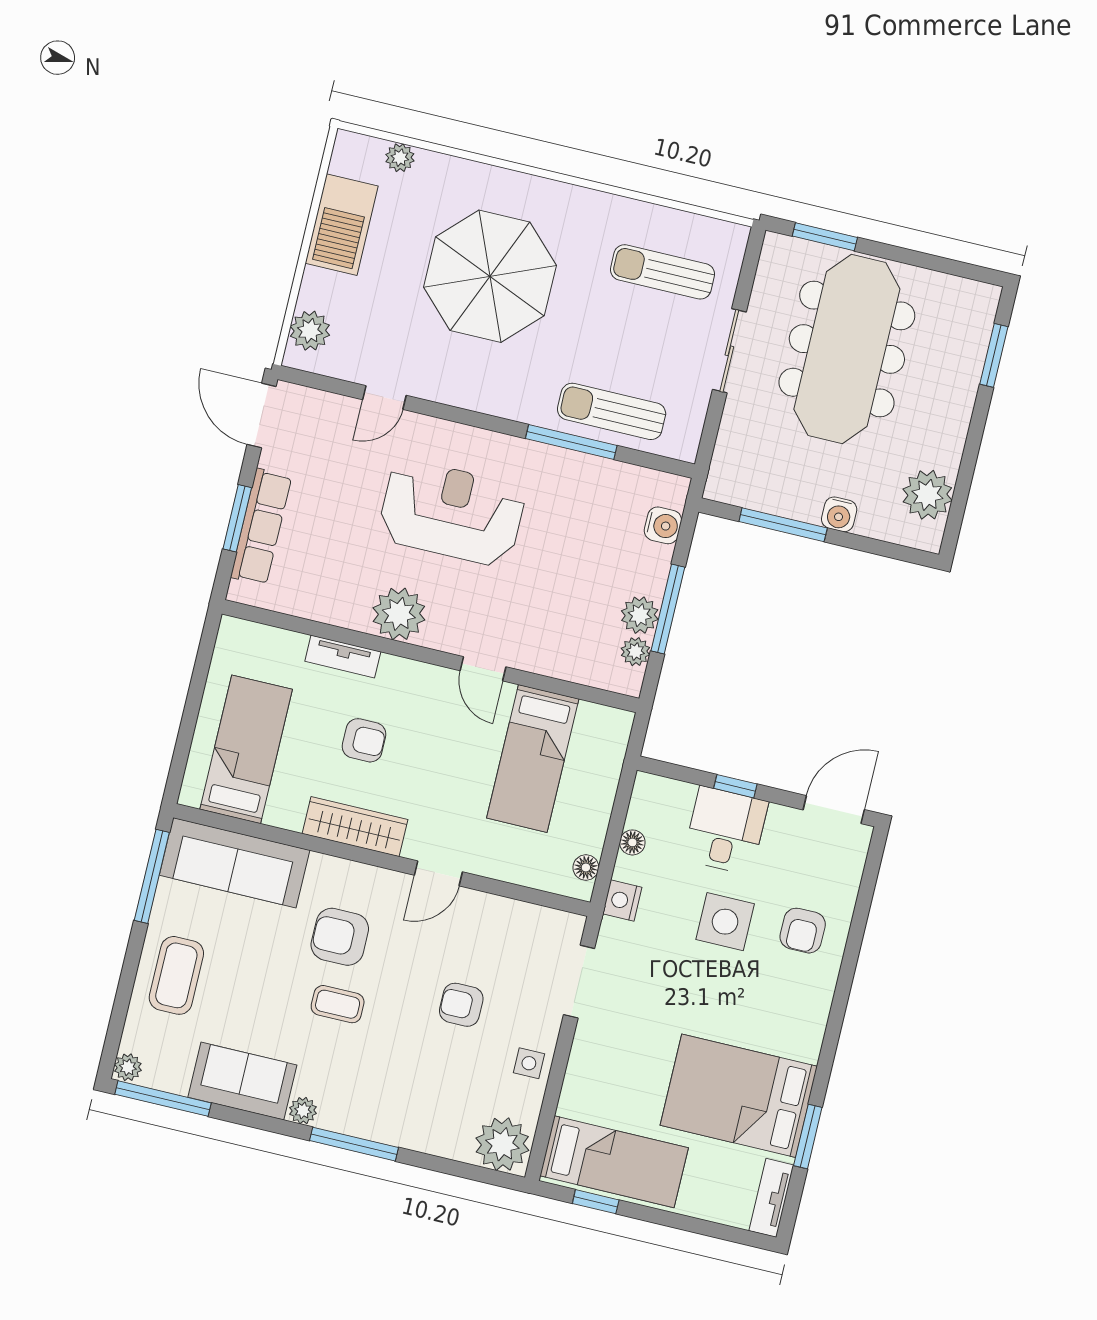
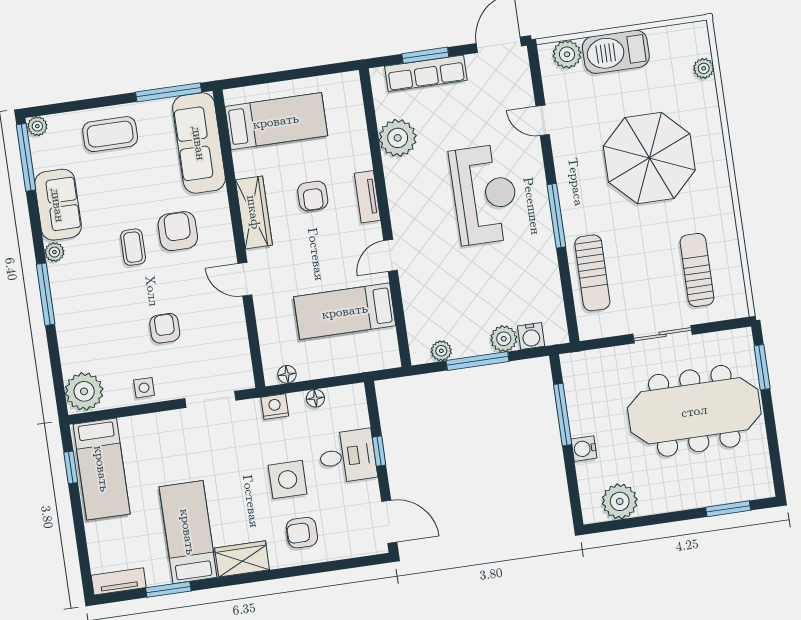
barbecue: (342, 225) -> (616, 52), moved
sun lounger: (612, 411) -> (592, 273), turned 180
window: (571, 442) -> (556, 216), moved
plant: (399, 614) -> (398, 138), moved
plant: (640, 615) -> (504, 339), moved
tv unit: (343, 656) -> (367, 197), moved
wardrobe: (806, 1023) -> (242, 559), added
bed: (739, 1096) -> (188, 532), width x0.67

